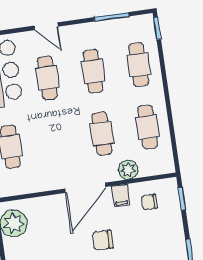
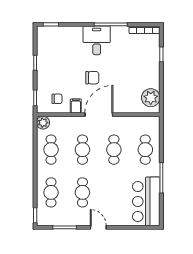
door: (46, 26) -> (98, 227), moved
cafe table: (47, 78) -> (114, 150), moved
plant: (128, 170) -> (43, 123), moved

